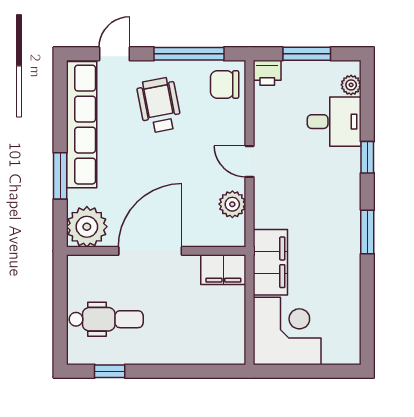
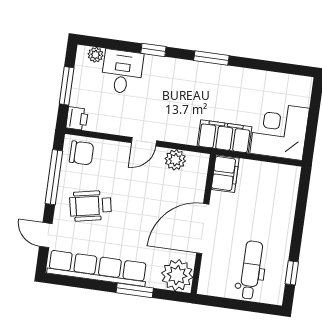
chair: (225, 84) -> (82, 153), turned -90
door: (150, 251) -> (203, 229), hinge flipped

